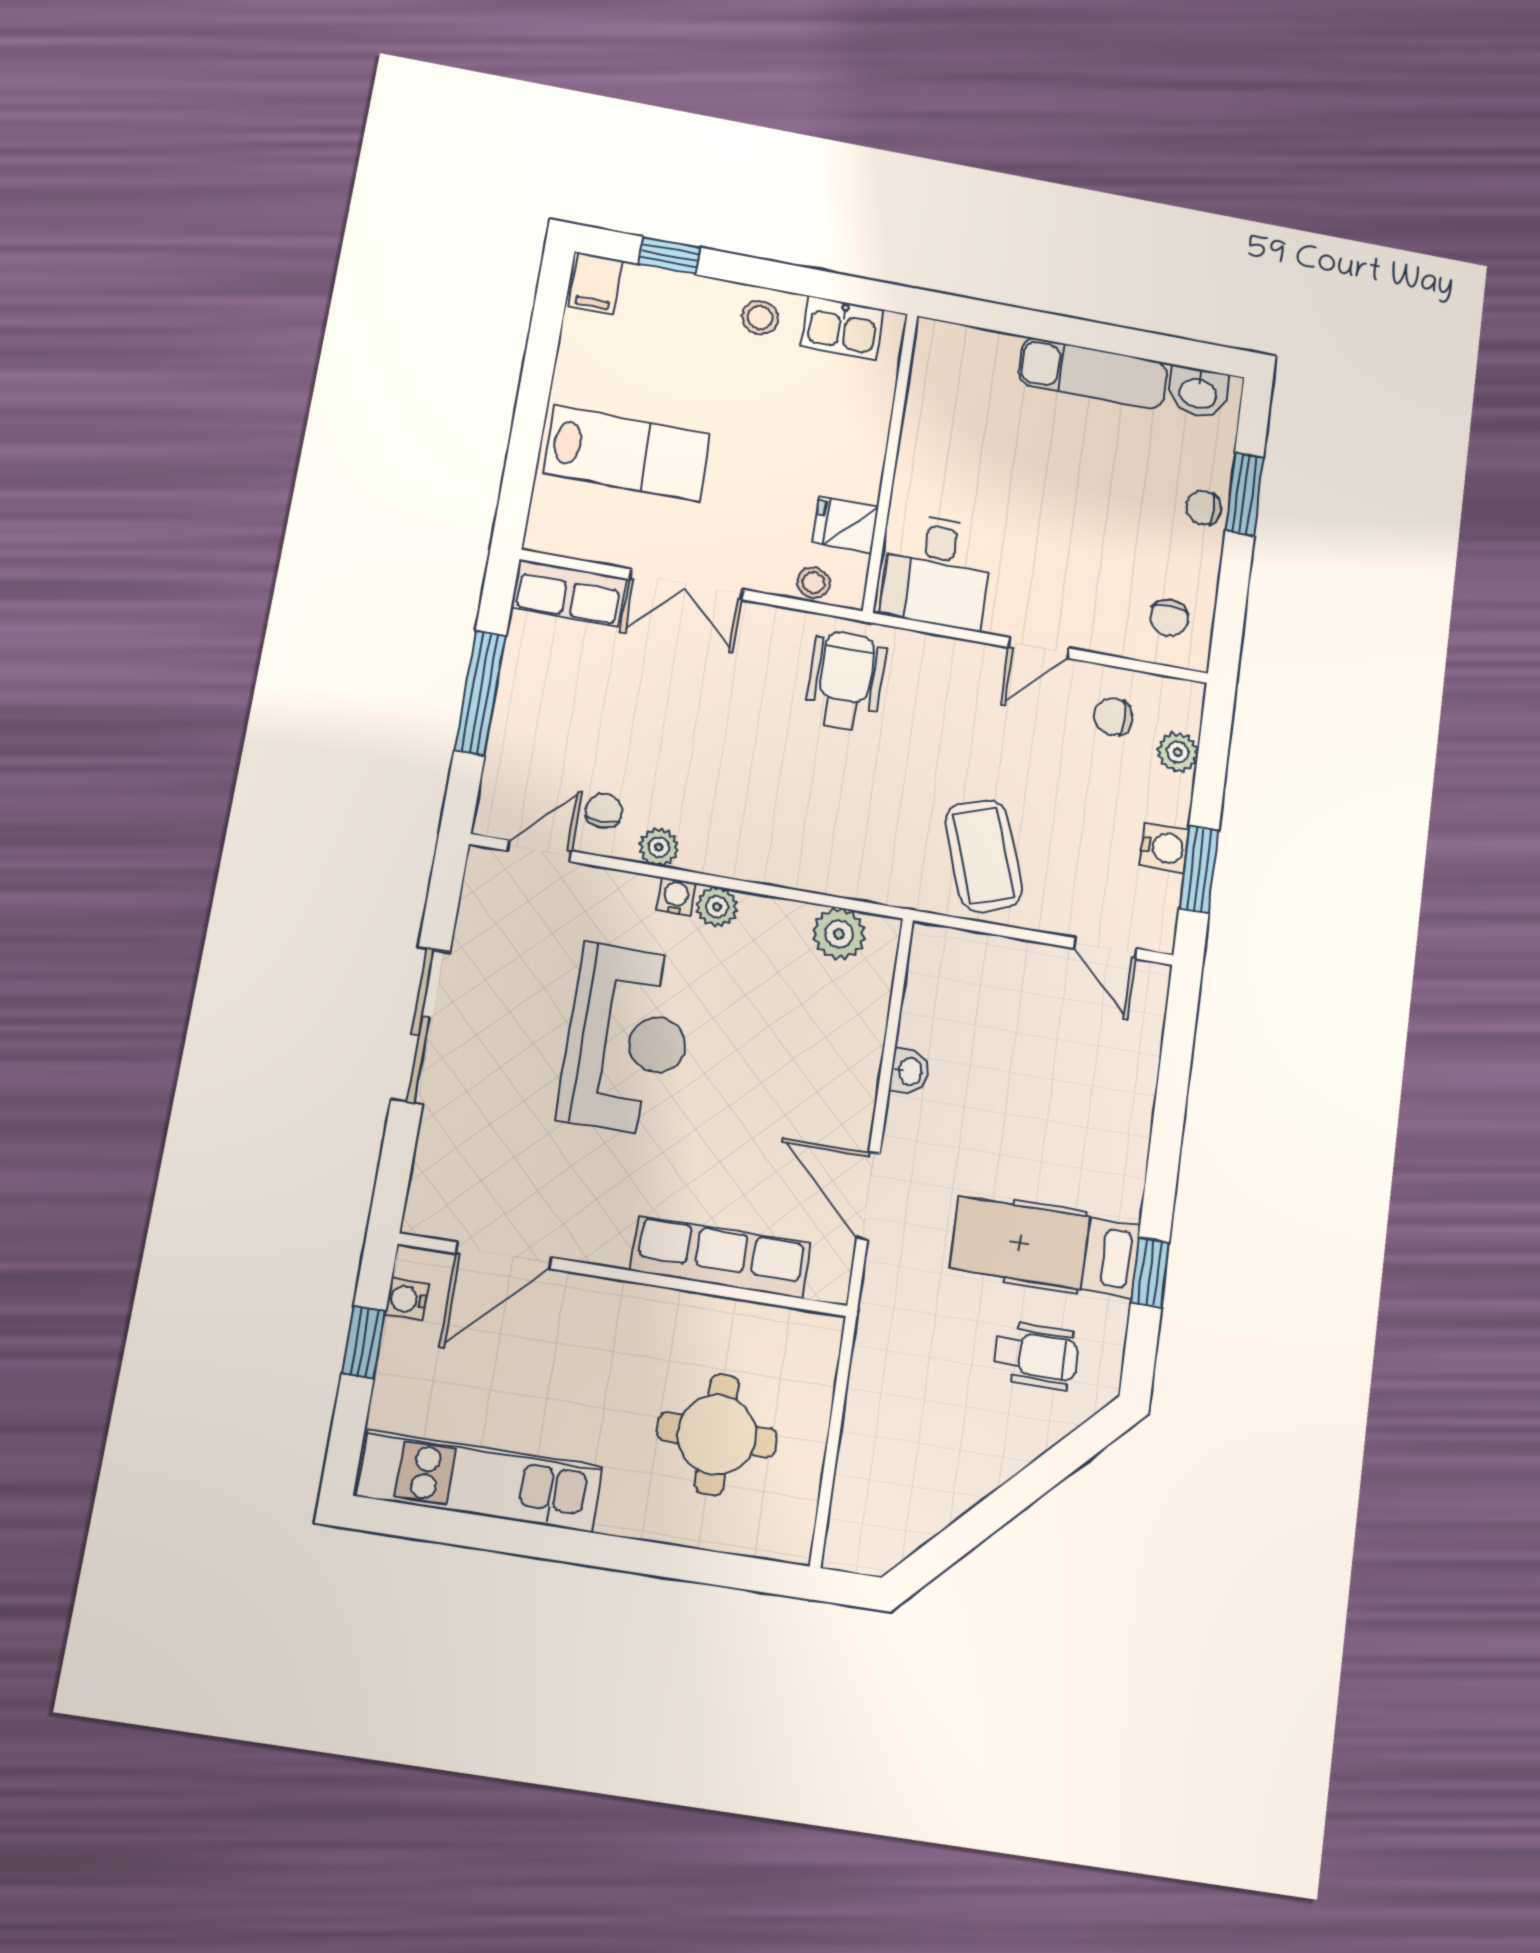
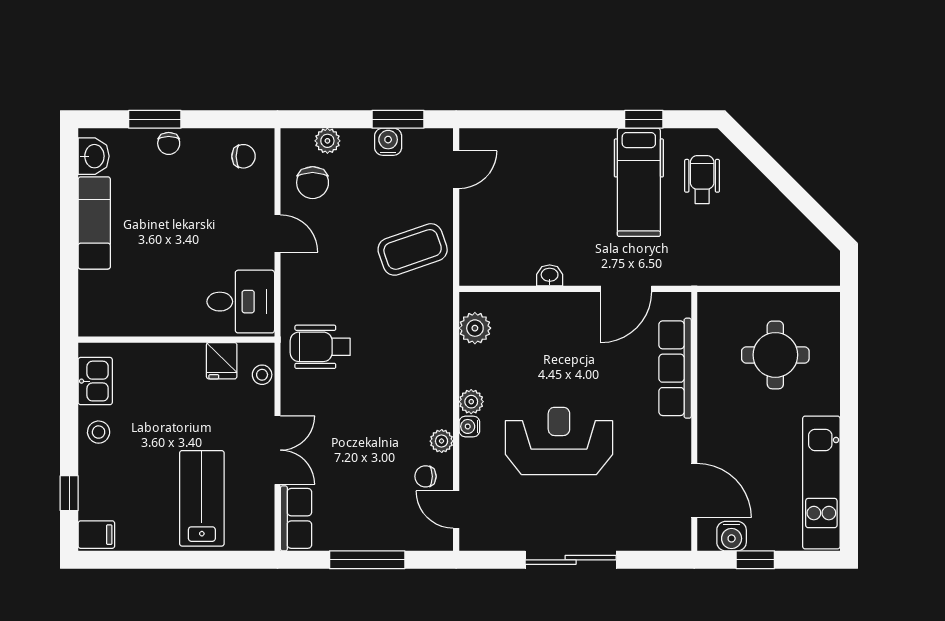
chair: (1113, 717) -> (313, 183), width x1.37, depth x1.37
water cooler: (407, 1299) -> (732, 536), width x1.38, depth x1.38

